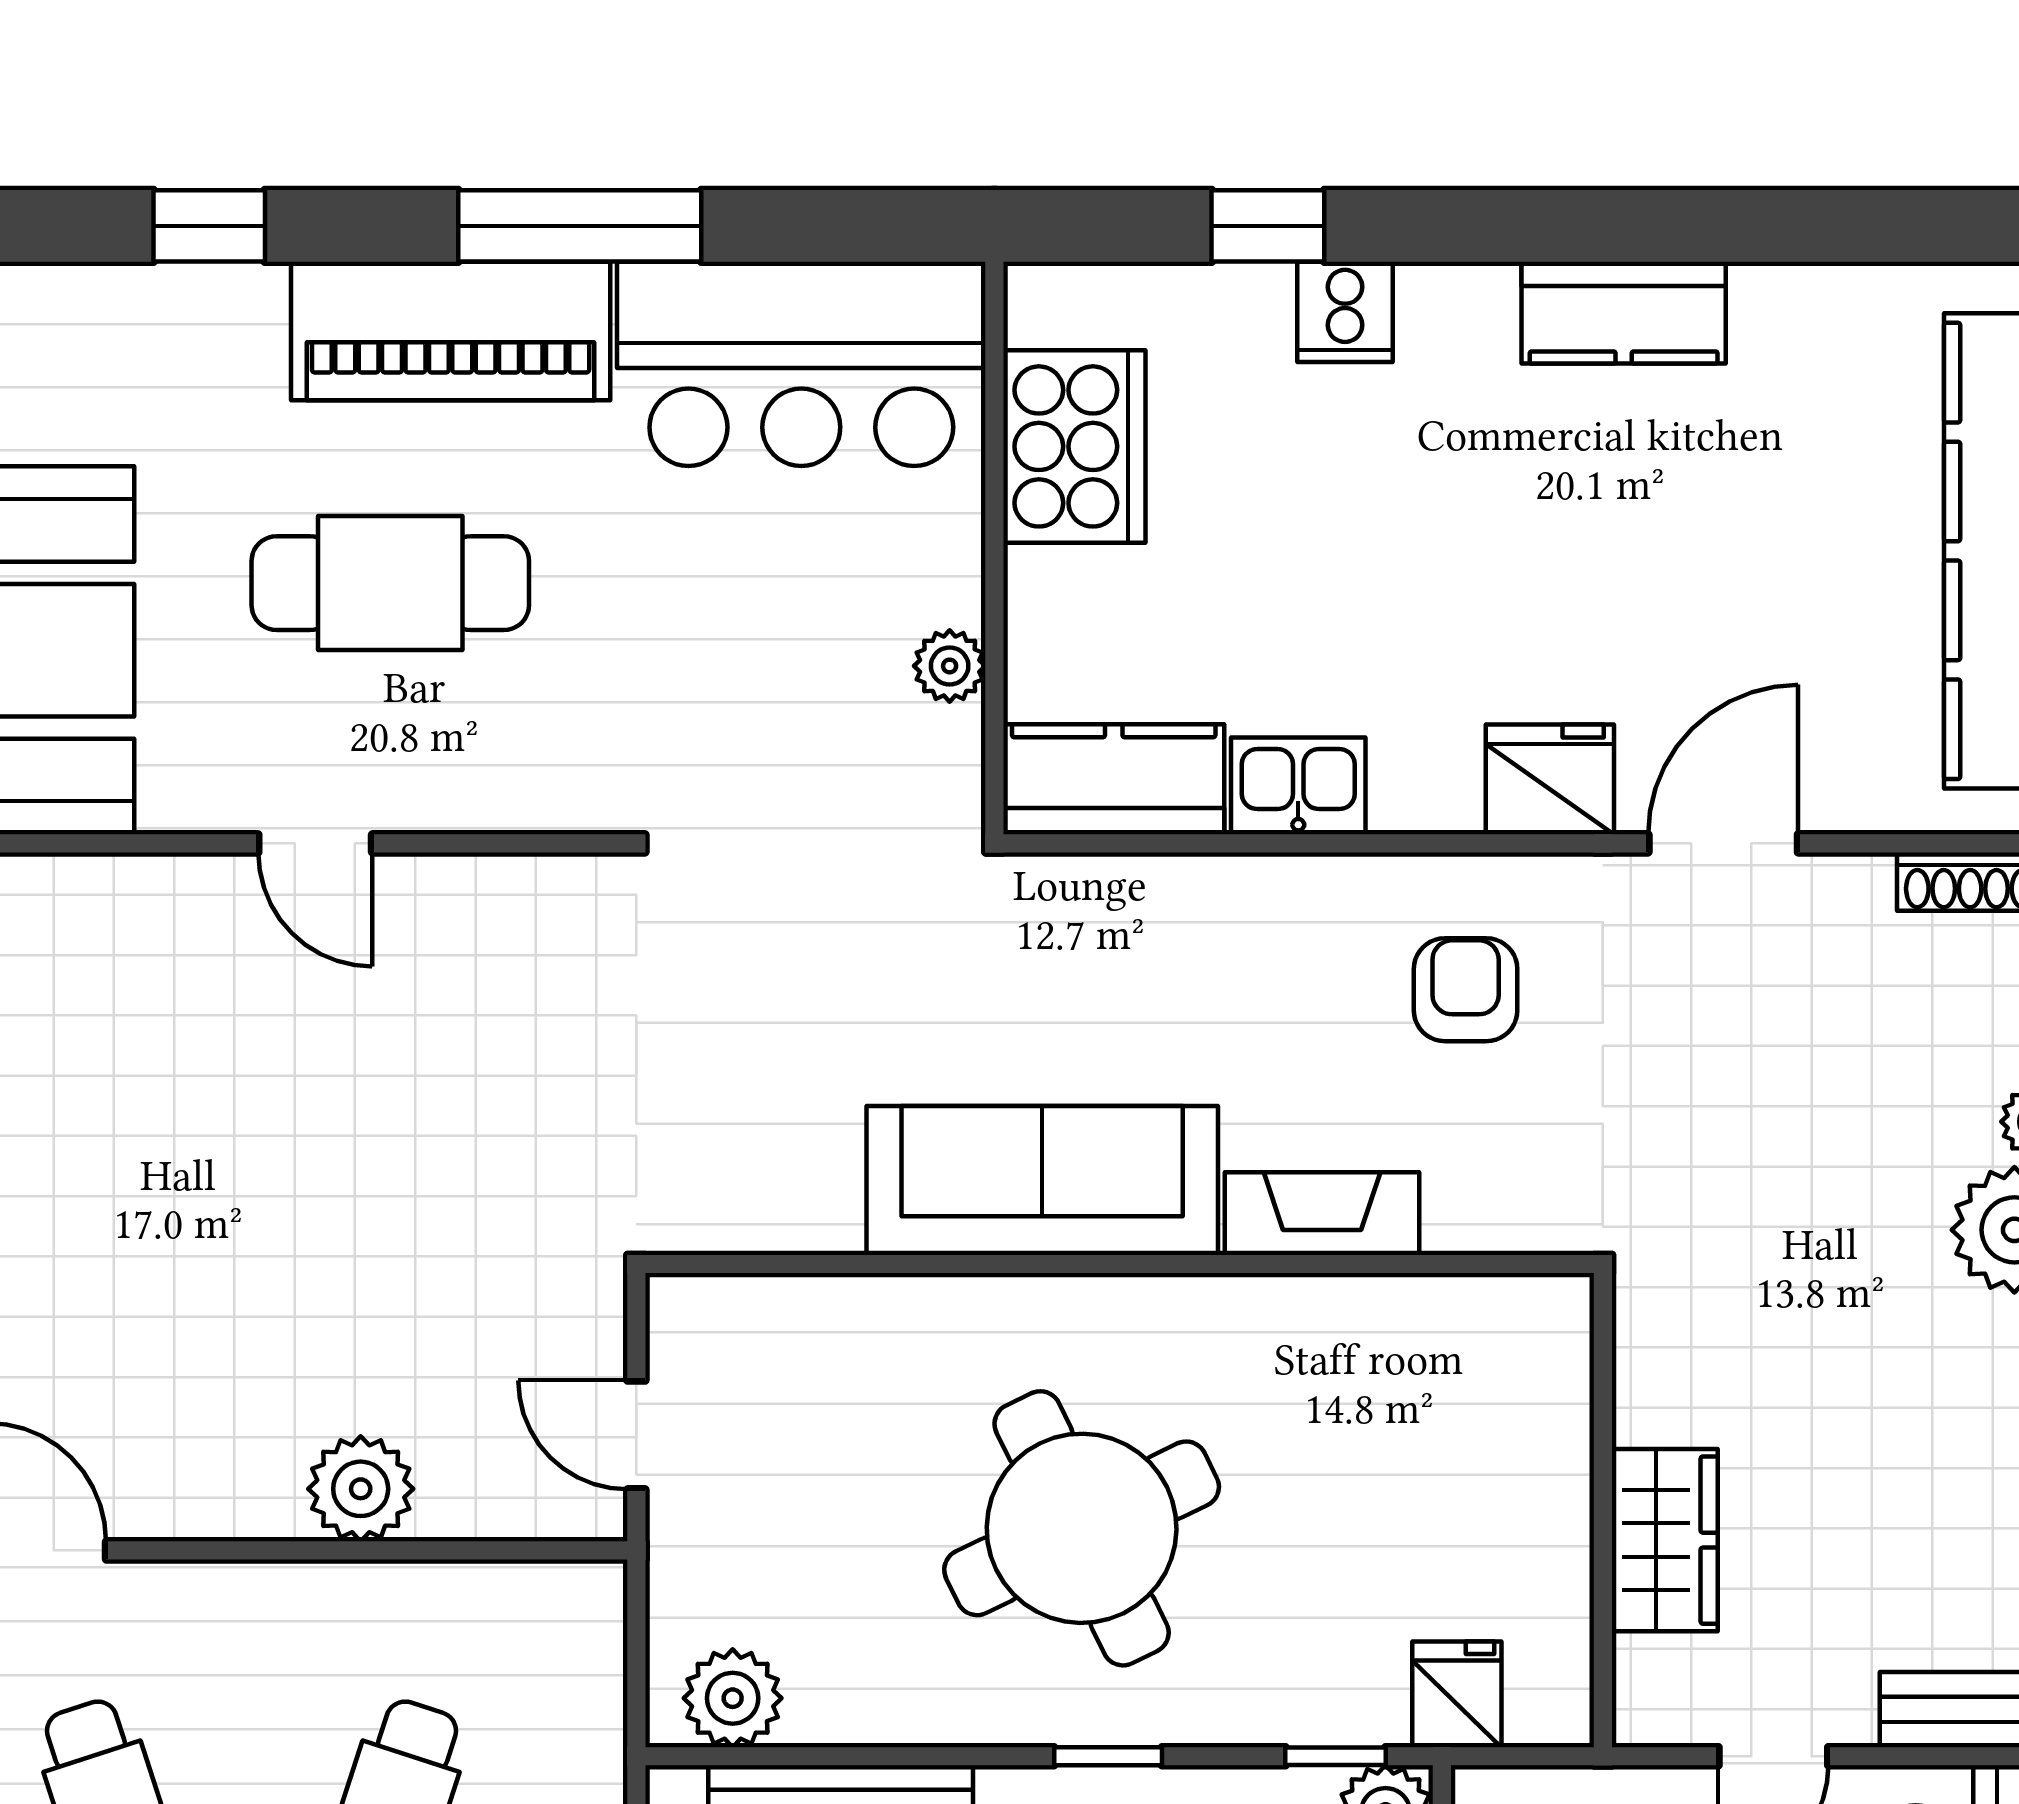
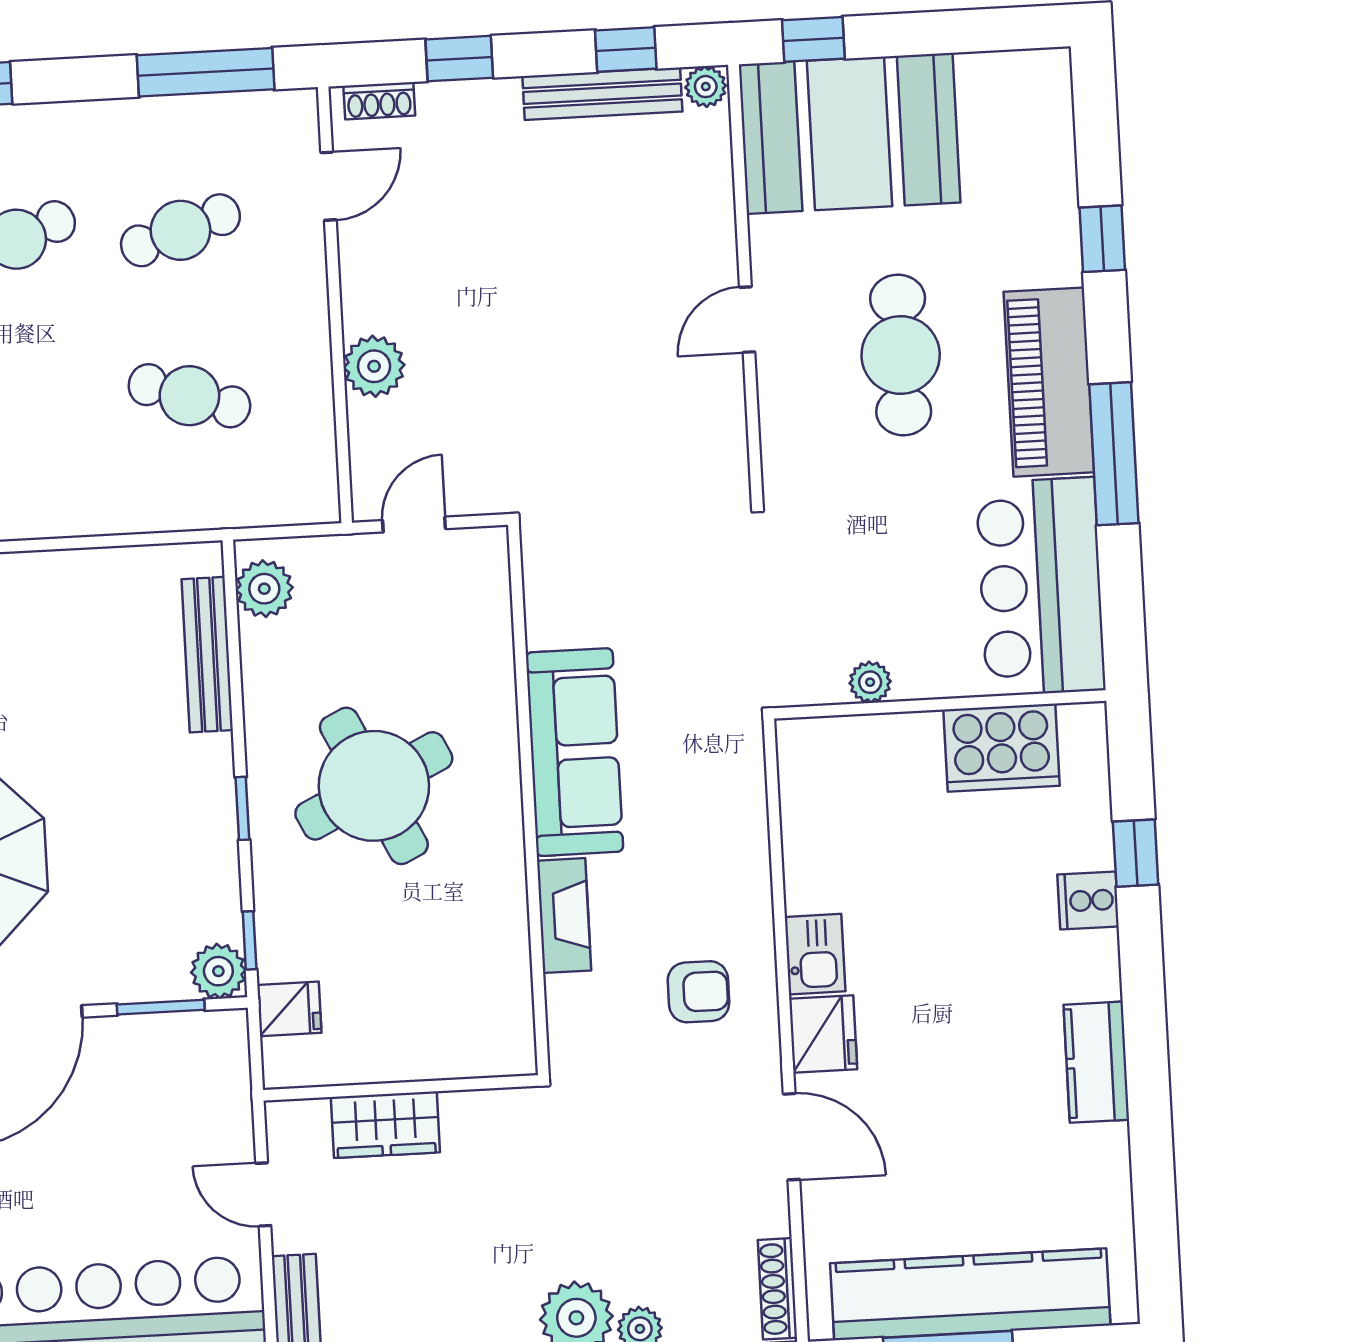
kitchen counter: (1114, 779) -> (810, 781), removed
kitchen sink: (1298, 786) -> (815, 954), moved

